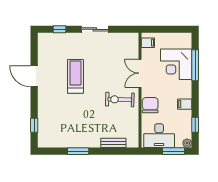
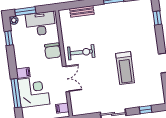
filing cabinet: (185, 104) -> (23, 73), moved

